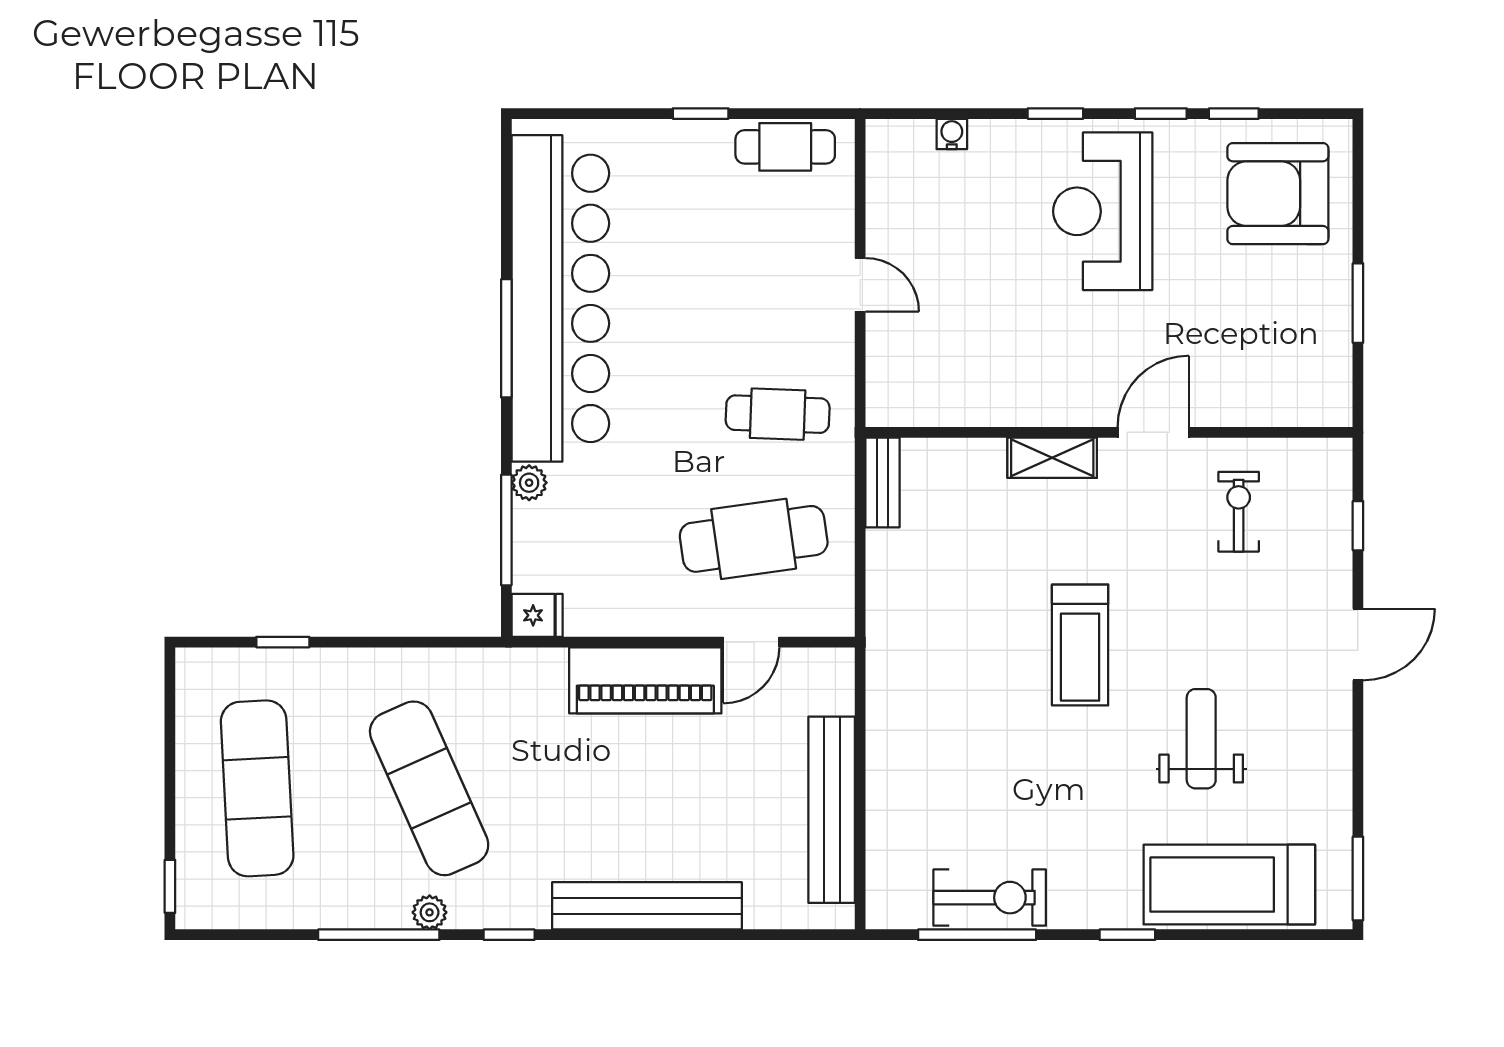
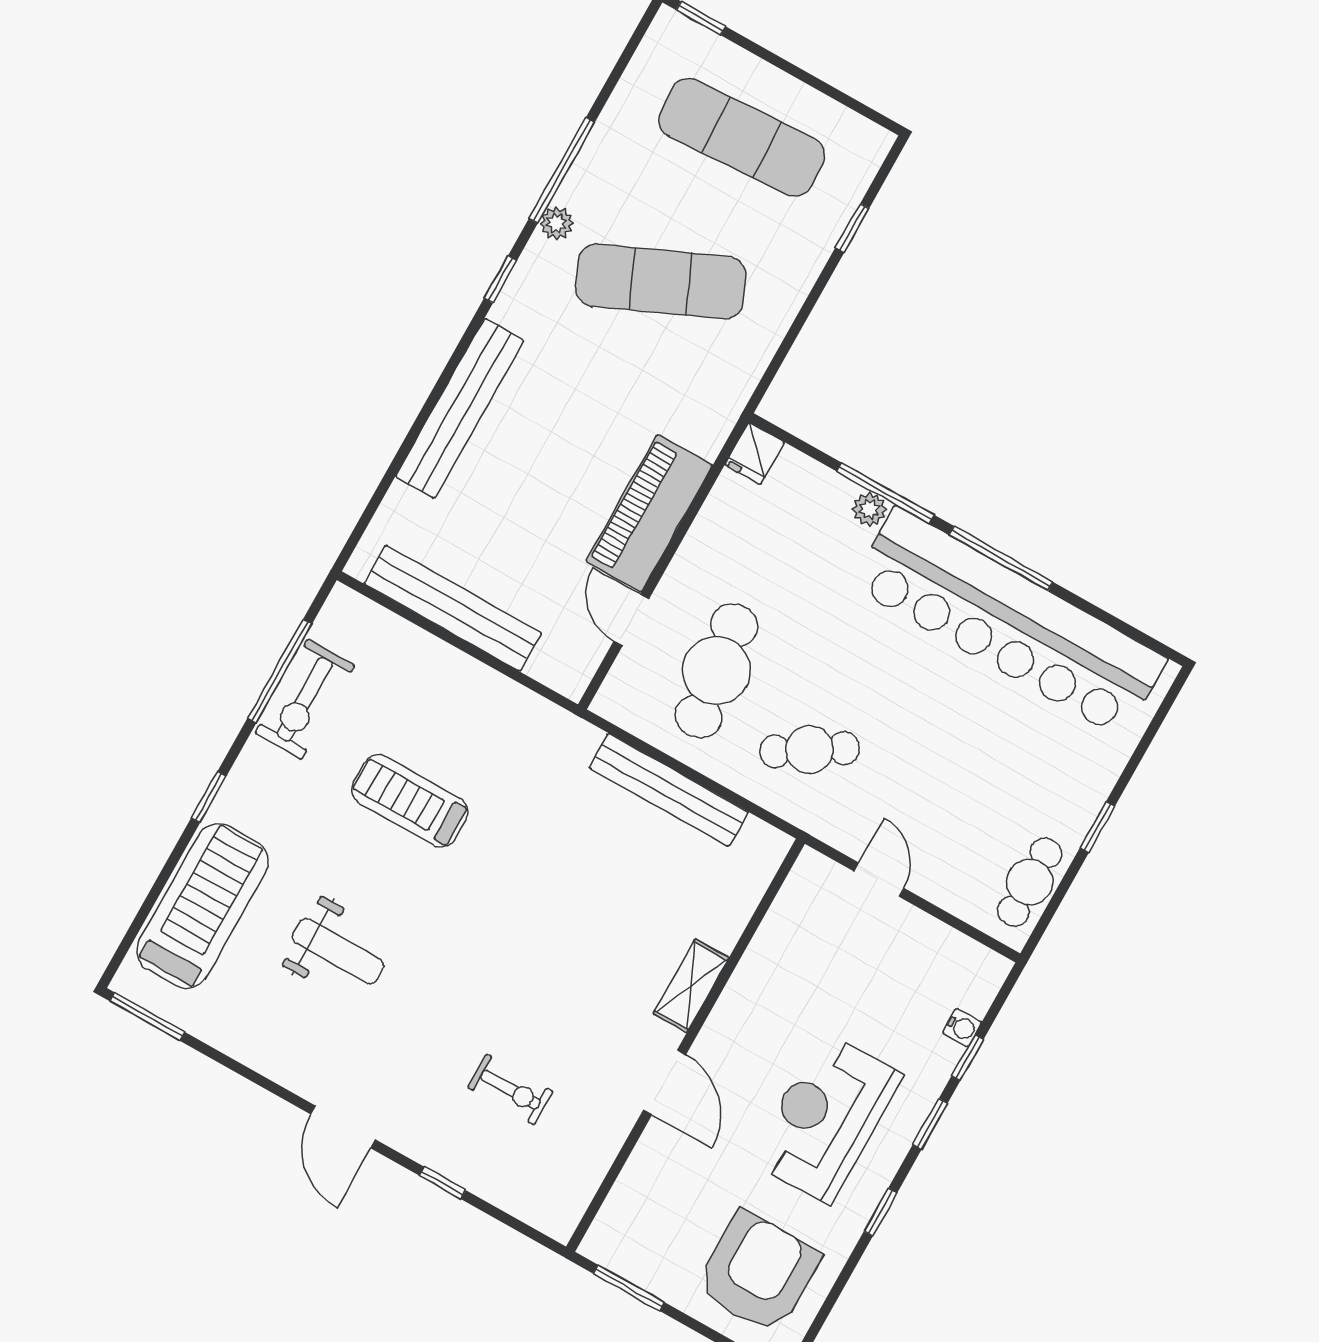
window: (1234, 114) -> (968, 1058), moved
reception desk: (1103, 211) -> (826, 1118), turned -90
door: (860, 285) -> (879, 880), swing flipped
cafe table: (778, 414) -> (810, 750), turned 56
wall: (1109, 432) -> (685, 1045), moved
door: (1153, 432) -> (665, 1082), moved
shelving: (1052, 458) -> (691, 986), moved
bench: (882, 483) -> (669, 790), width x1.86, depth x1.21
window: (506, 530) -> (885, 493), moved
treadmill: (1080, 645) -> (410, 801), moved

